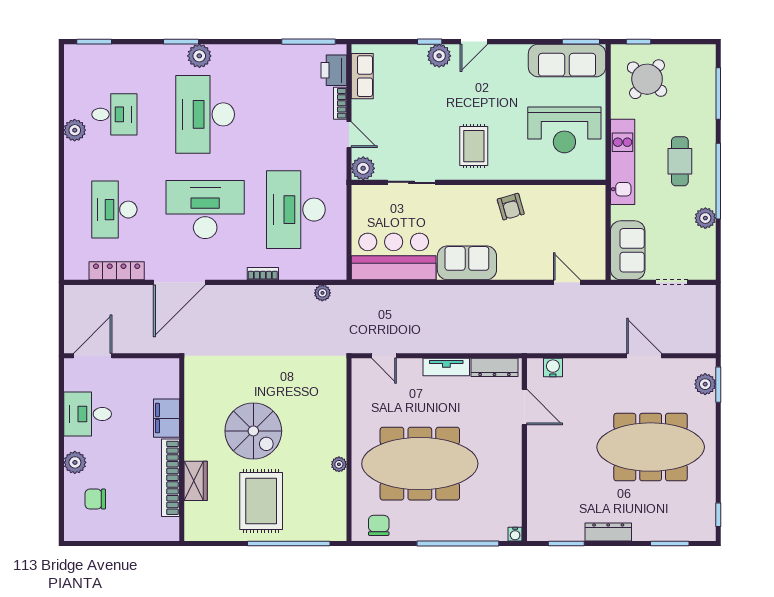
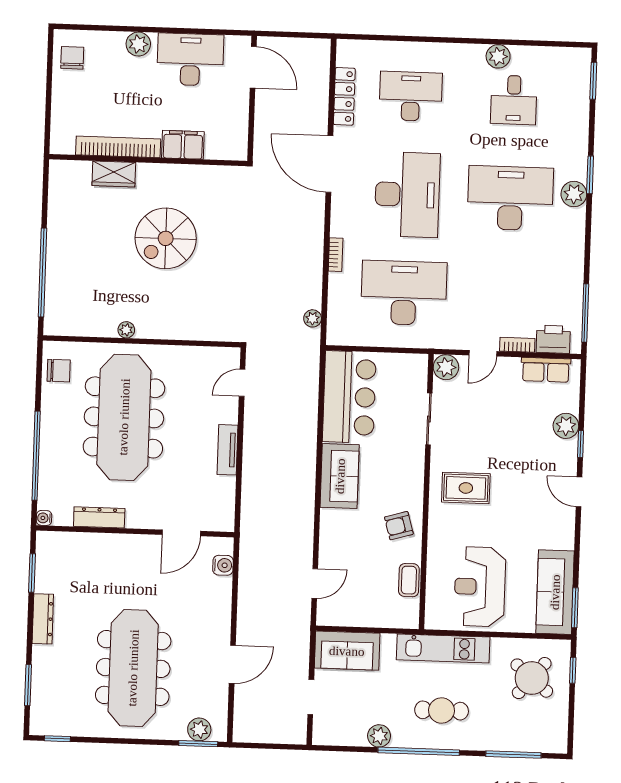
plant: (439, 56) -> (566, 426), moved
coffee table: (561, 196) -> (409, 580), added
dresser: (494, 367) -> (99, 517), moved, turned 90
desk: (88, 414) -> (190, 60), width x1.37
chair: (95, 499) -> (72, 58), moved
rug: (261, 501) -> (89, 244), removed

